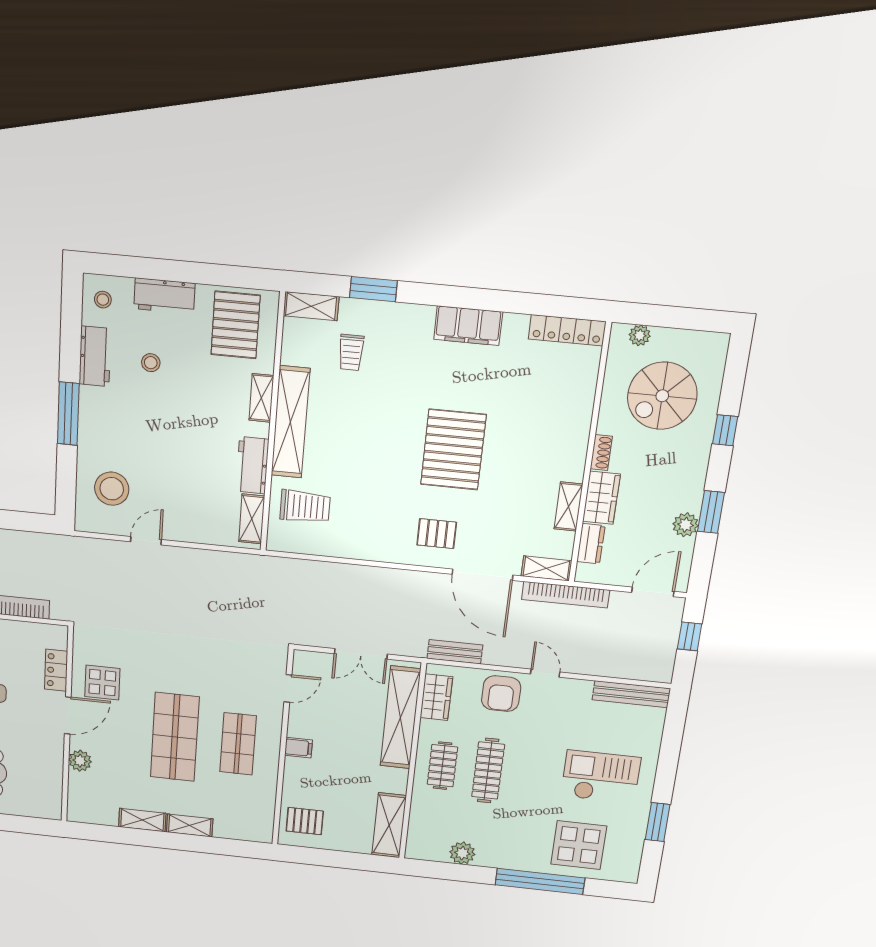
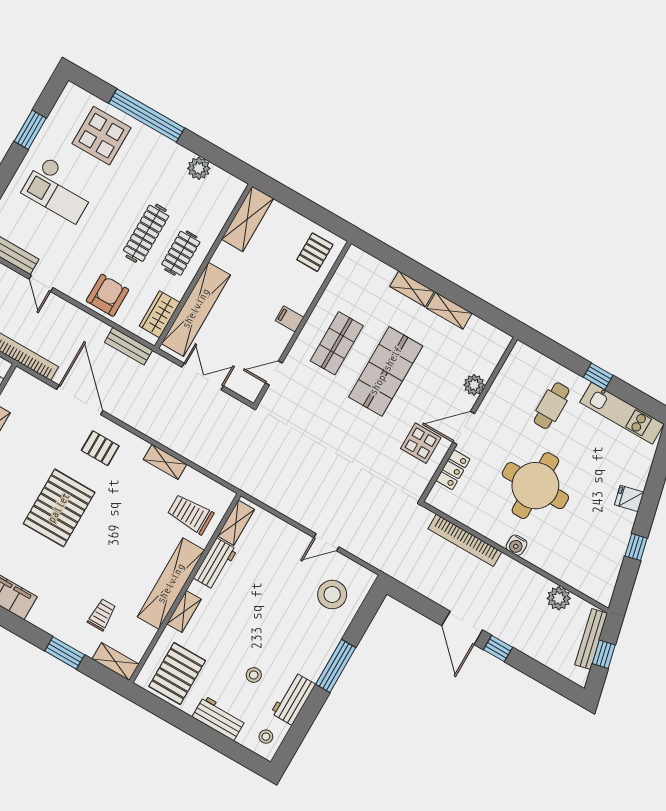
shelving: (546, 568) -> (165, 462), moved
door: (545, 673) -> (41, 283), moved
pallet: (305, 821) -> (315, 252), turned 90

